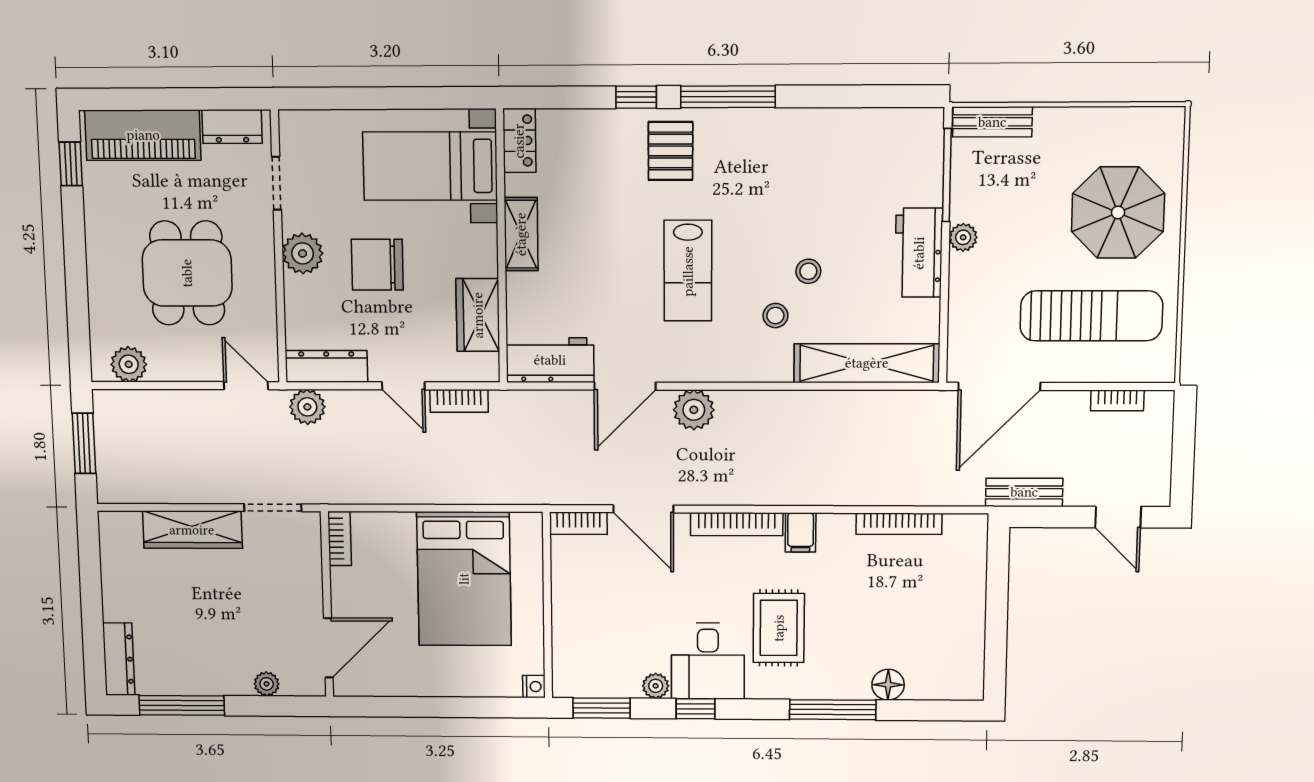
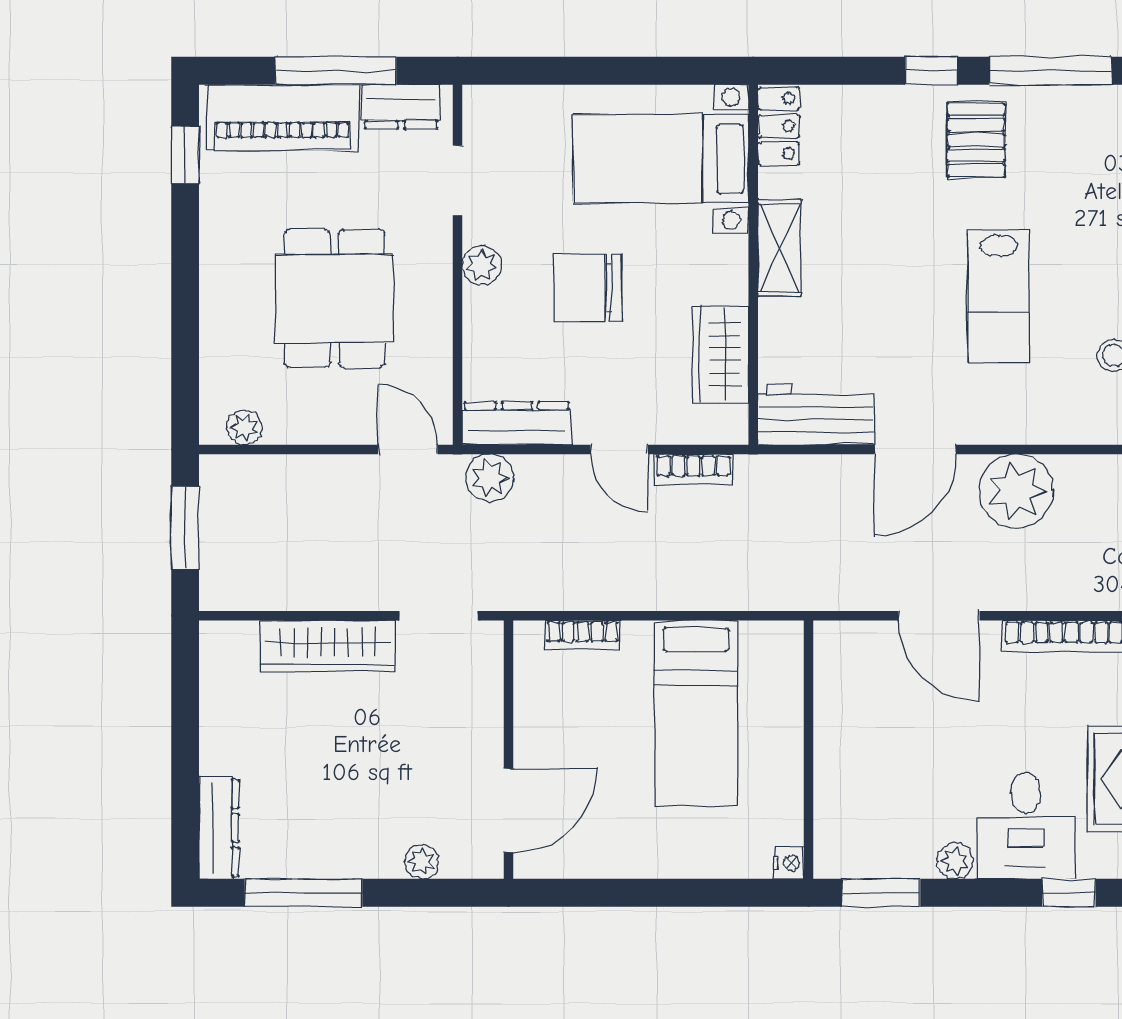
window: (181, 99) -> (336, 71), added
plant: (303, 253) -> (482, 266), width x0.73, depth x0.73
plant: (129, 364) -> (244, 427), width x0.73, depth x0.73
plant: (694, 410) -> (1016, 491), width x1.36, depth x1.36
bookcase: (578, 523) -> (852, 636), removed
bookcase: (340, 538) -> (583, 635), moved, turned 90
bed: (464, 579) -> (696, 713), width x0.67
window: (695, 709) -> (1069, 893), moved

